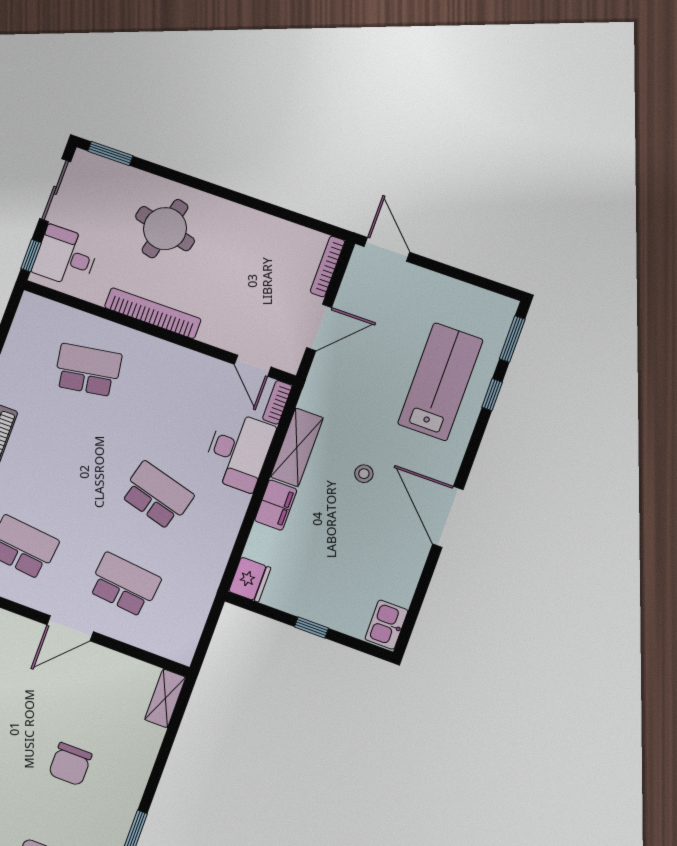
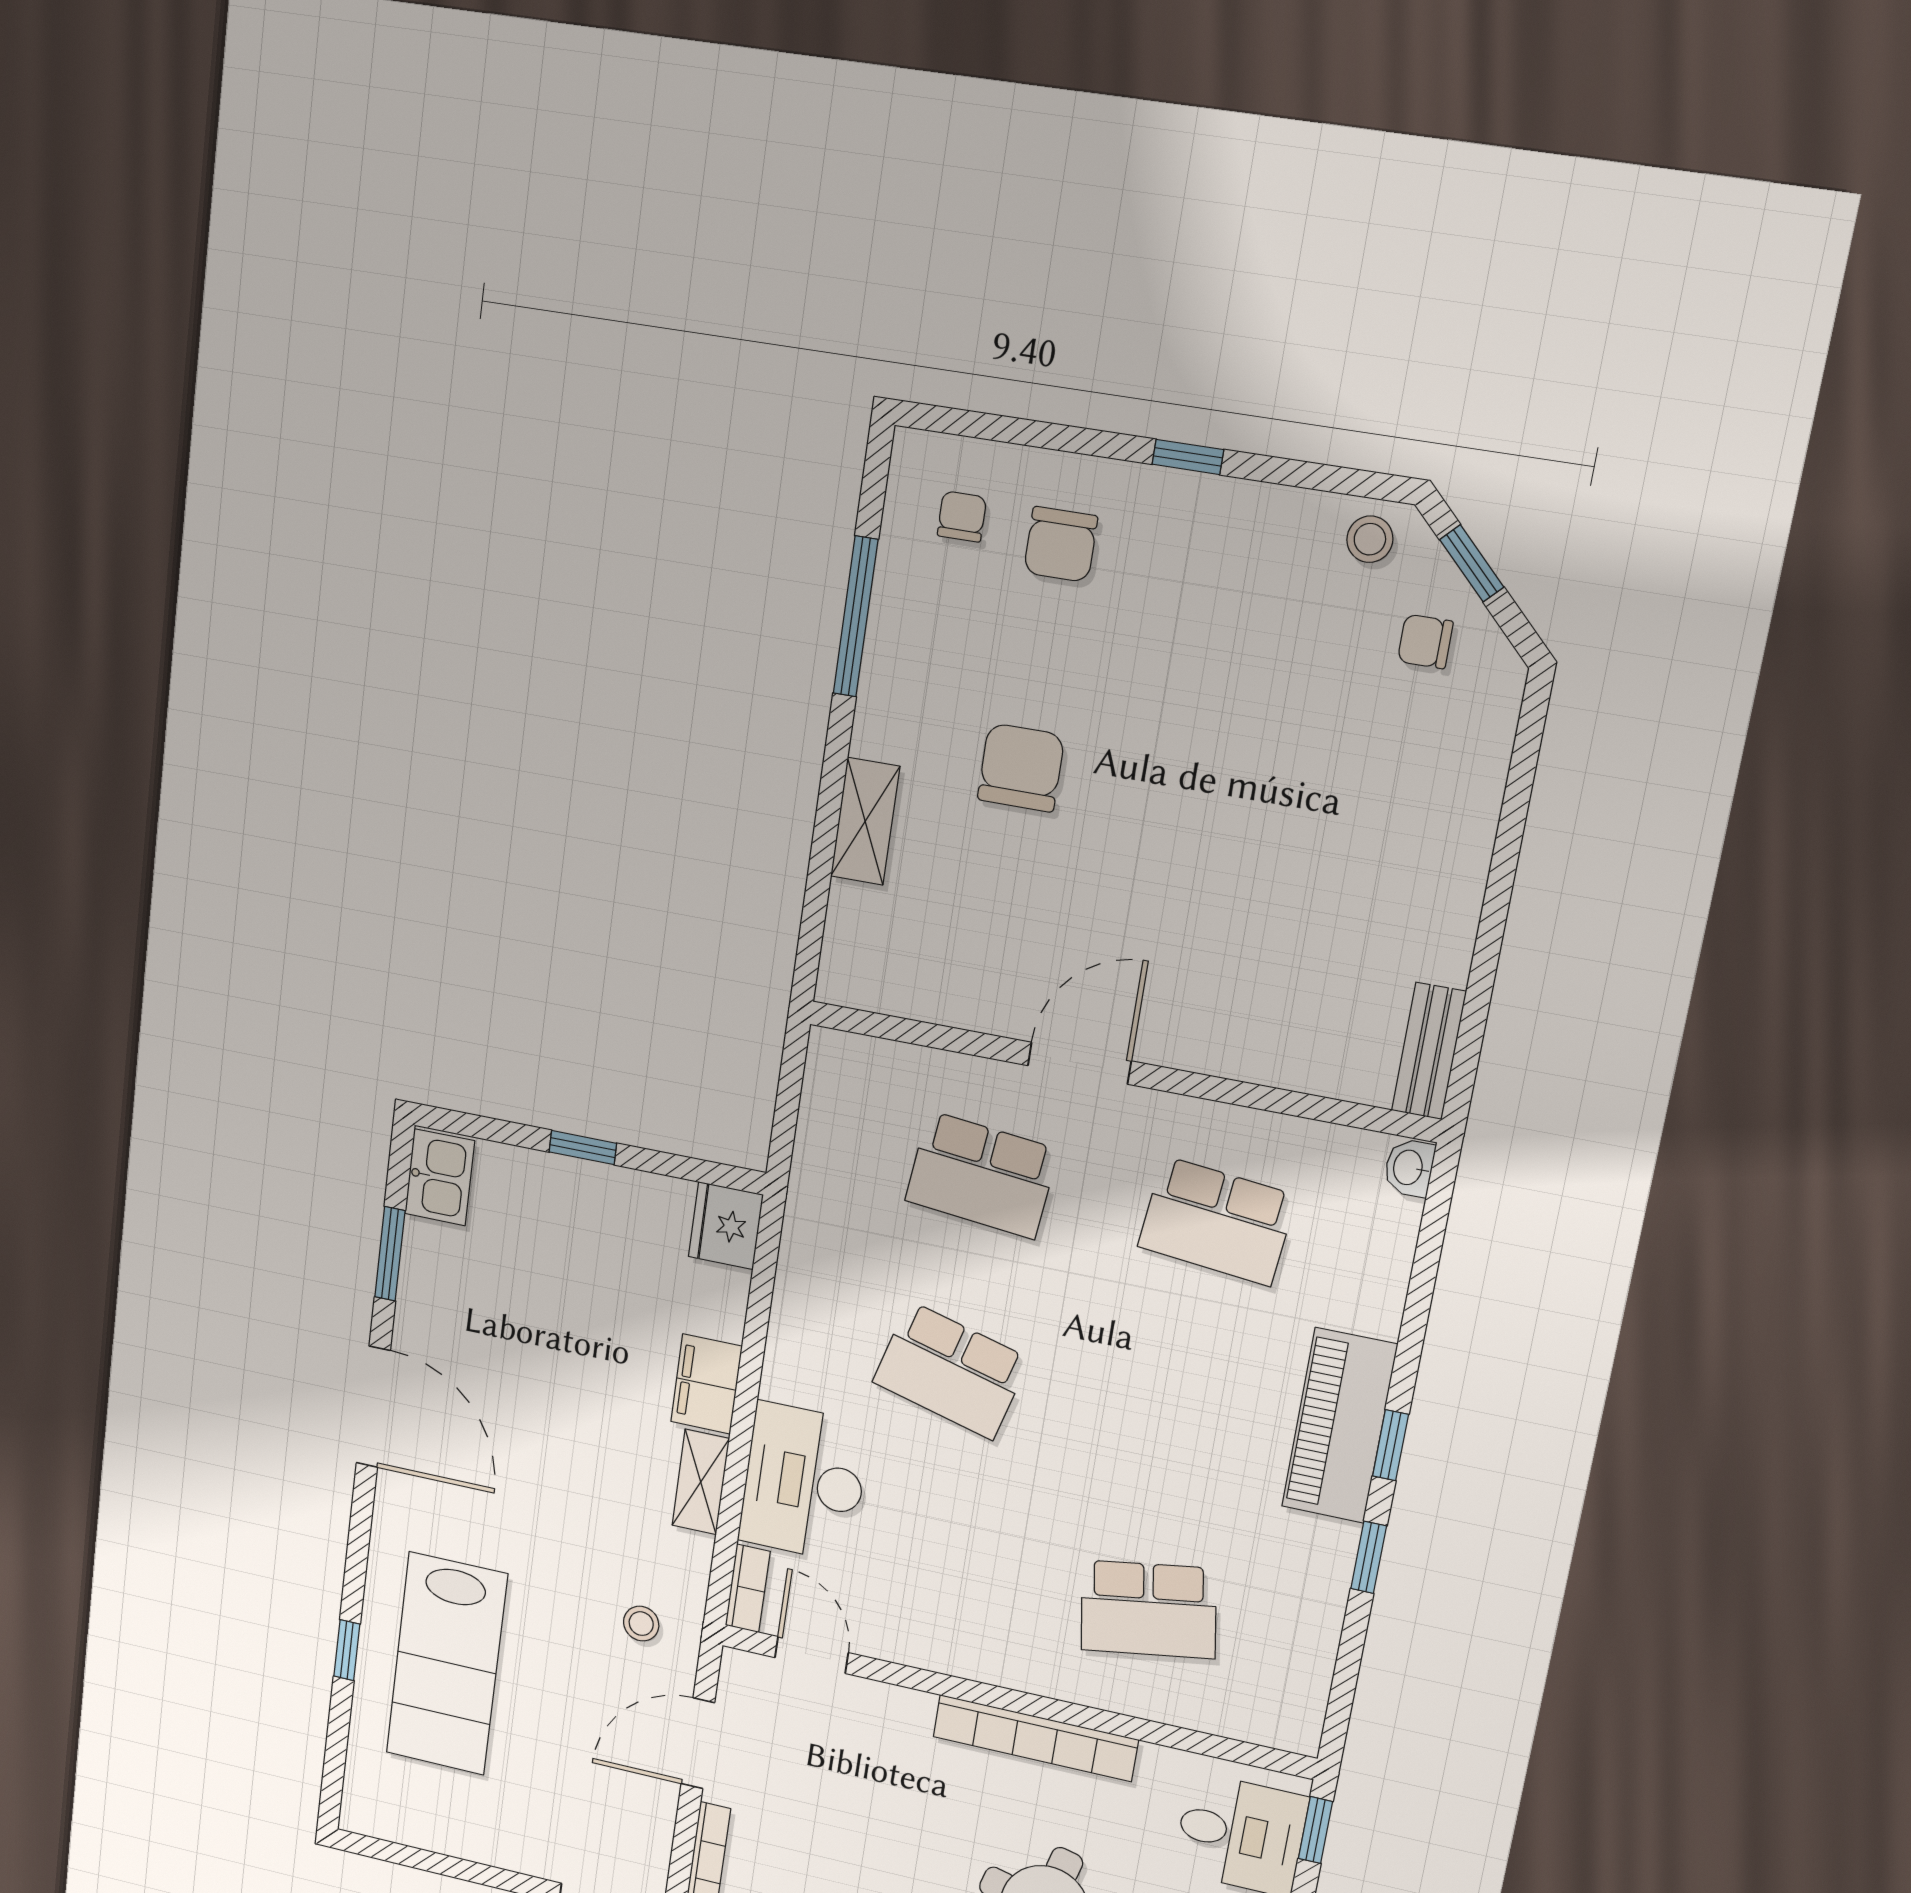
window: (512, 339) -> (390, 1254), moved
shelving: (297, 447) -> (701, 1482), width x0.67, depth x0.75
stool: (364, 474) -> (641, 1624), moved
shelving: (165, 698) -> (865, 821), moved

